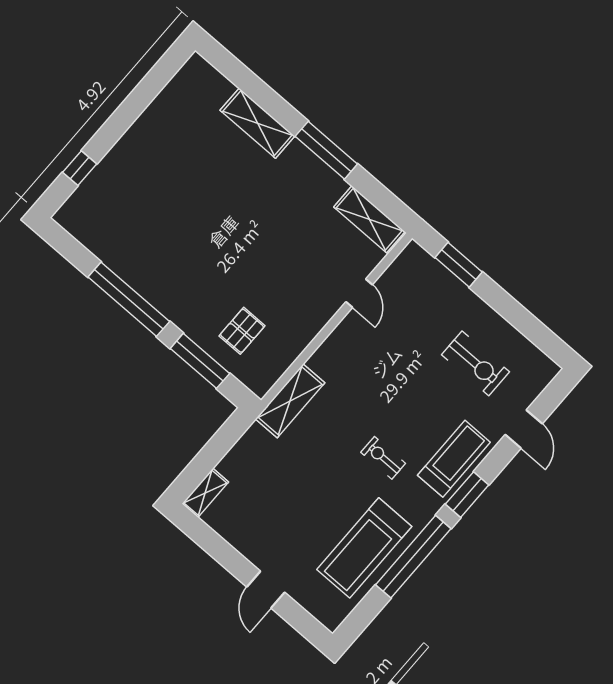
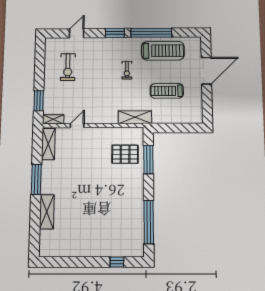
window: (129, 299) -> (149, 222), moved
pallet: (242, 331) -> (125, 154), width x1.50, depth x1.42
exercise bike: (475, 363) -> (68, 67), turned 180
treadmill: (454, 459) -> (167, 91), moved
shelving: (205, 493) -> (53, 119), moved
door: (266, 590) -> (206, 71), width x1.88

